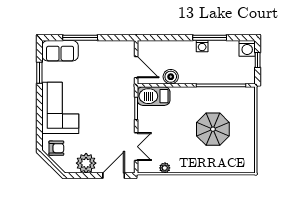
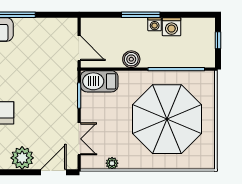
window: (210, 38) -> (141, 15), moved
washing machine: (247, 48) -> (172, 27), moved
boiler: (171, 77) -> (131, 59), moved
parasol: (213, 129) -> (167, 119), width x1.86, depth x1.86

